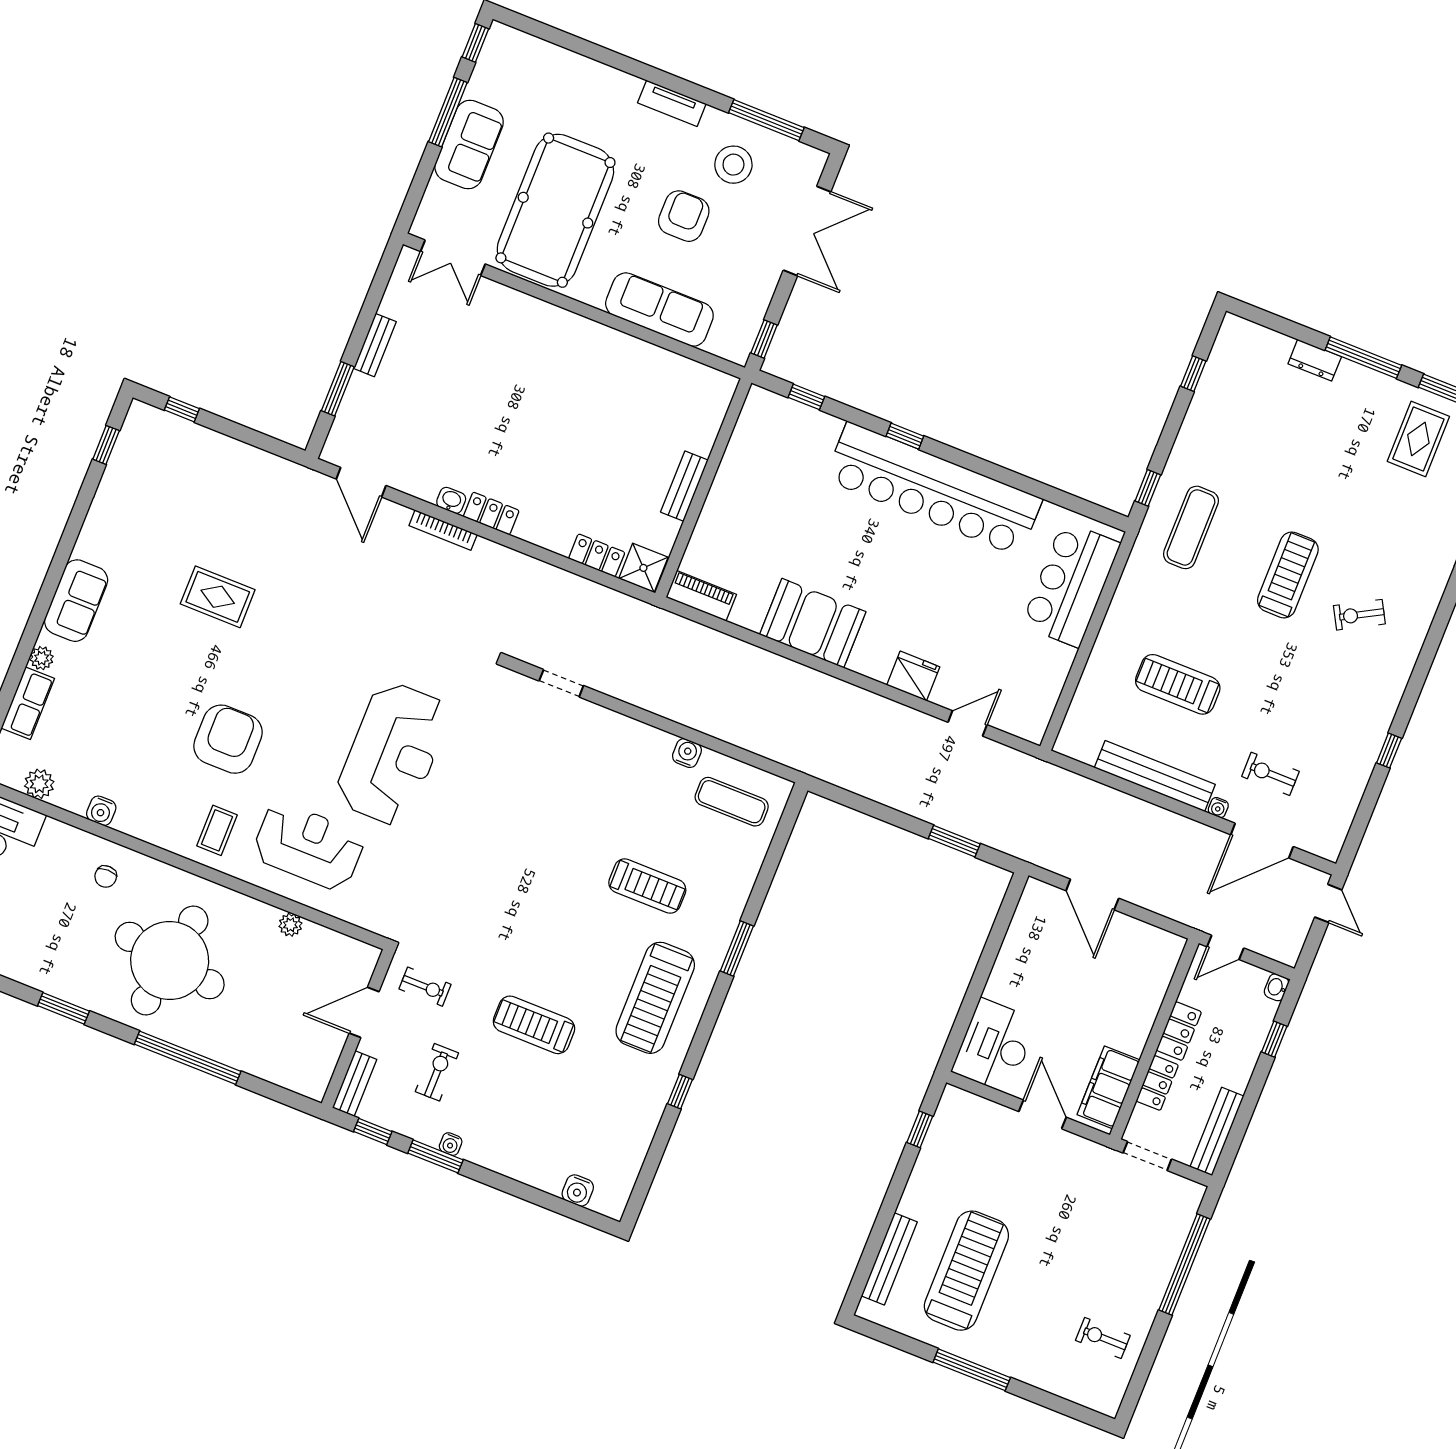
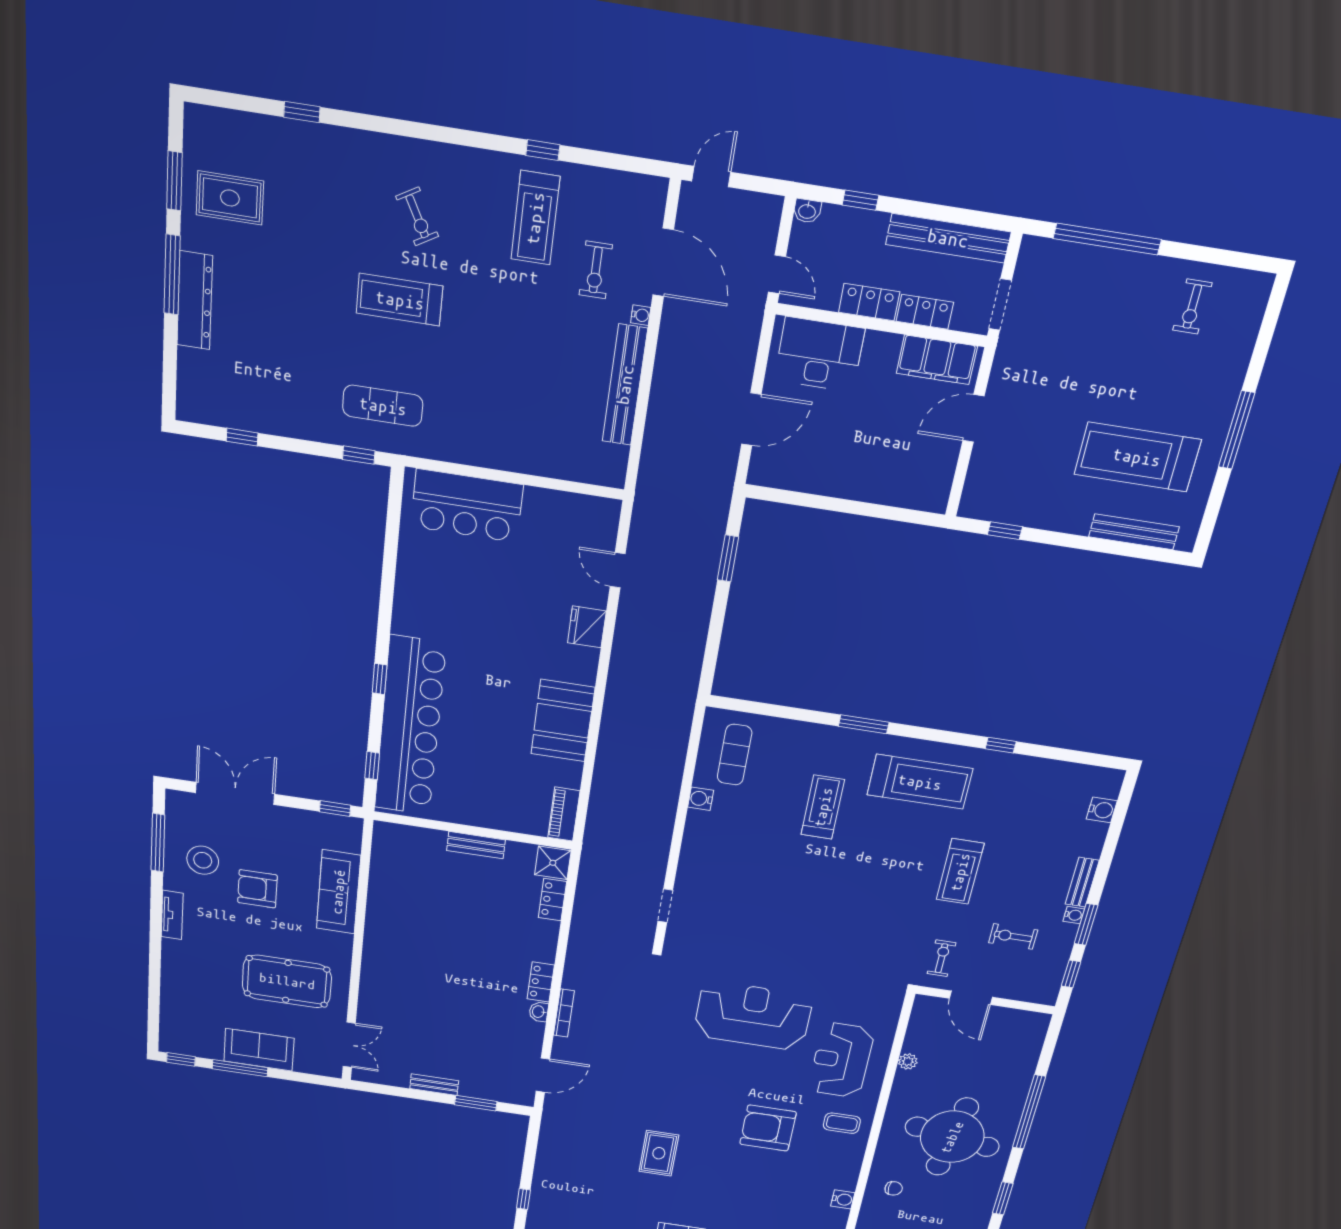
pool table: (555, 210) -> (287, 981), width x0.73, depth x0.76
dresser: (1315, 360) -> (195, 300), width x1.96, depth x1.24
bar counter: (934, 489) -> (410, 727), moved
treadmill: (1178, 684) -> (535, 218), moved
desk: (995, 1046) -> (819, 354), moved, turned 180
bench: (355, 1084) -> (1082, 882), moved, turned 90
bench: (1217, 1131) -> (948, 238), width x1.37, depth x1.21

